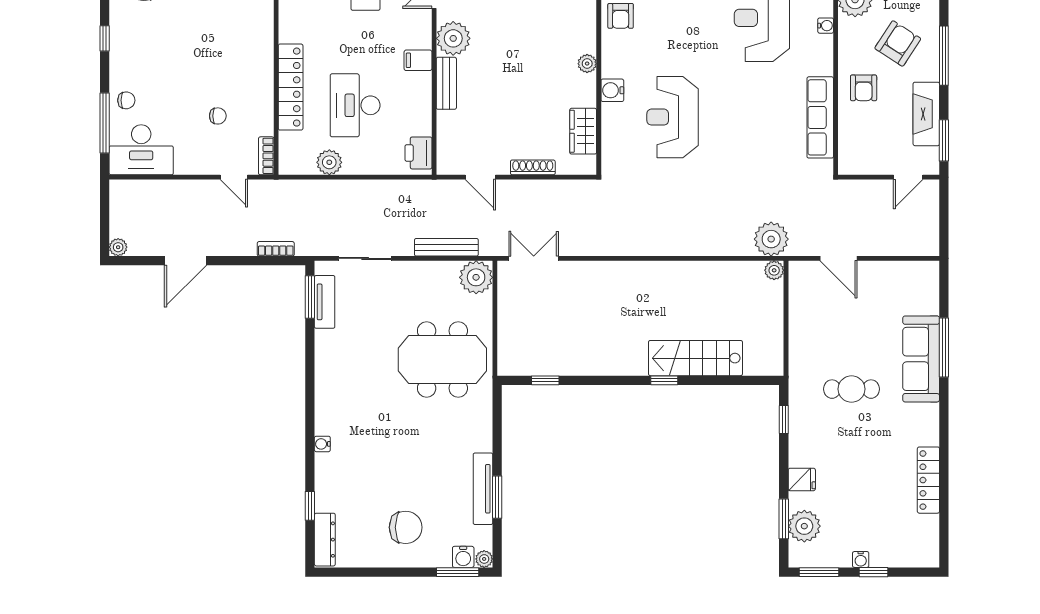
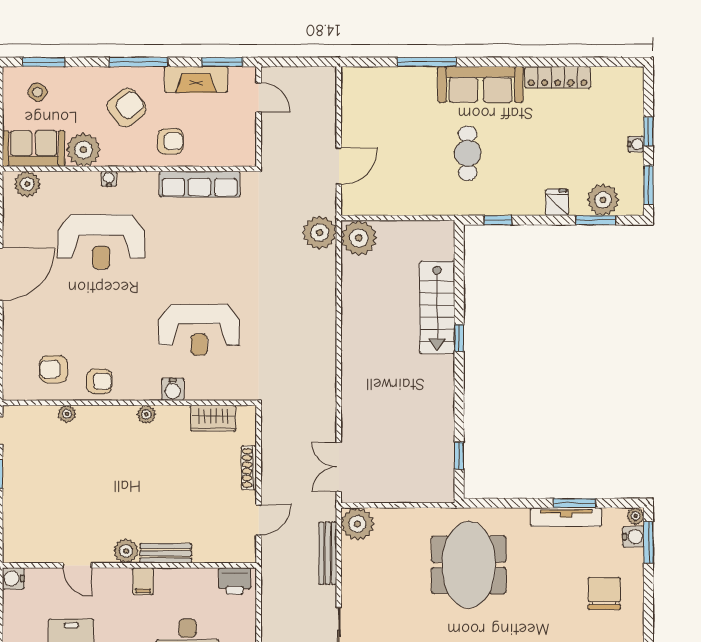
plant: (453, 38) -> (126, 551), width x0.73, depth x0.73
armchair: (898, 43) -> (126, 108), turned 109
plant: (774, 270) -> (359, 238), width x1.88, depth x1.88
sofa: (921, 359) -> (480, 85), moved
meeting table: (442, 360) -> (469, 565), moved

